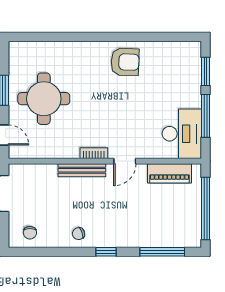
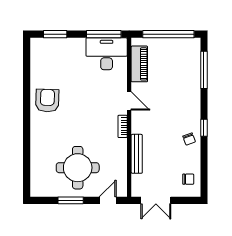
window: (205, 116) -> (104, 34), moved
bench: (82, 170) -> (137, 154), moved
window: (106, 252) -> (204, 128), moved

